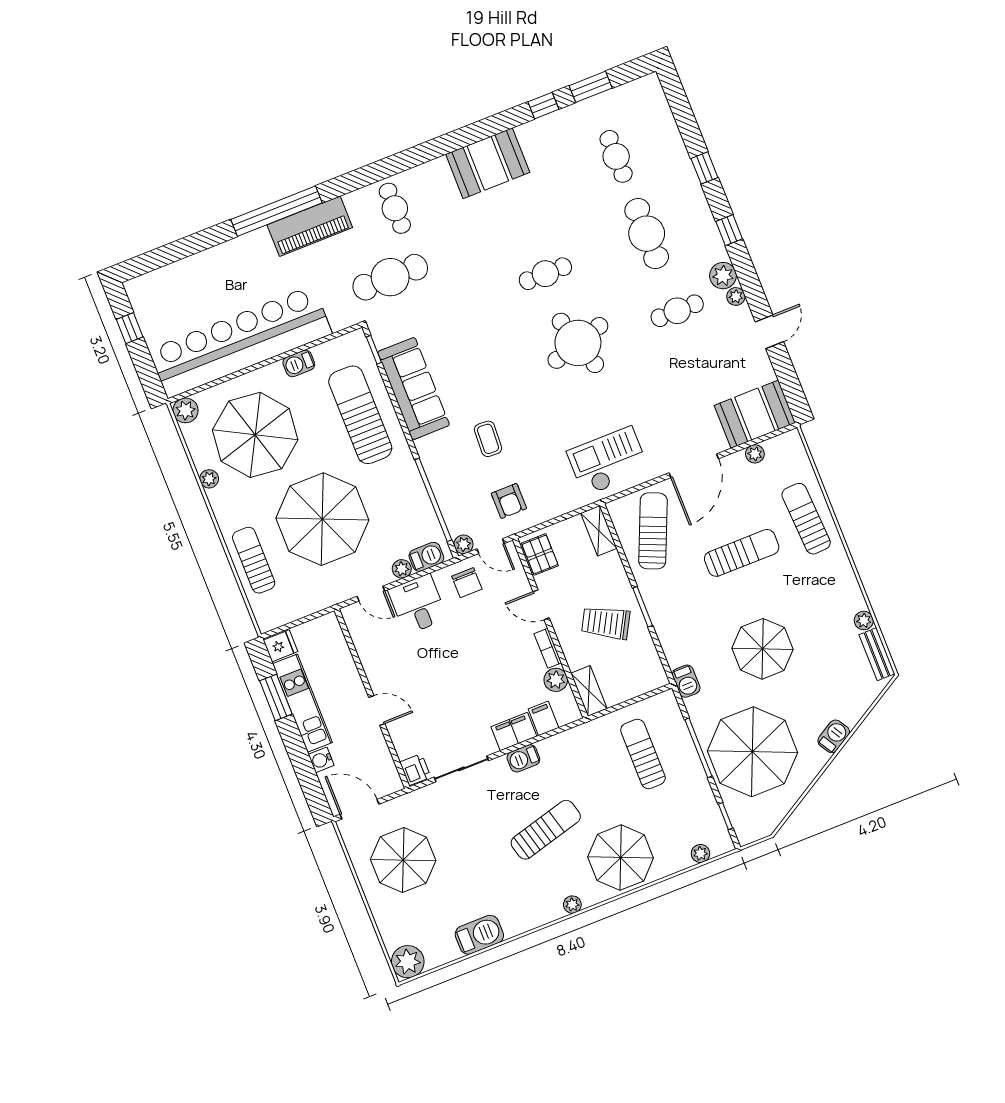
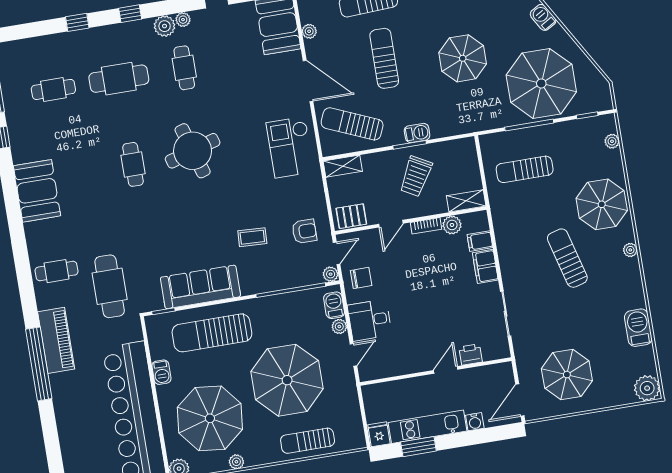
barbecue: (686, 681) -> (417, 133), moved
barbecue: (523, 758) -> (508, 263), removed
printer: (415, 770) -> (471, 354), moved

